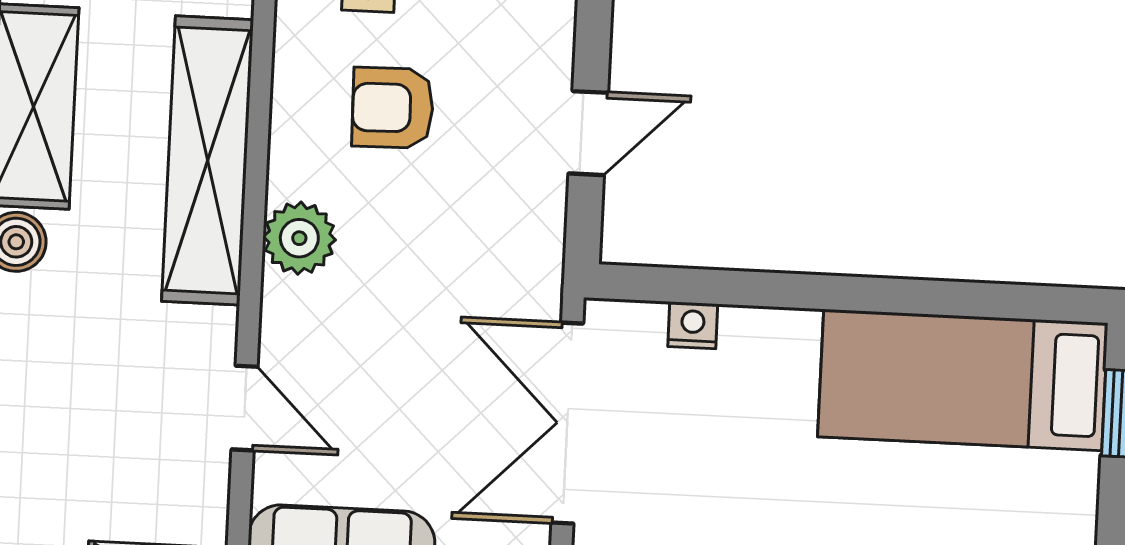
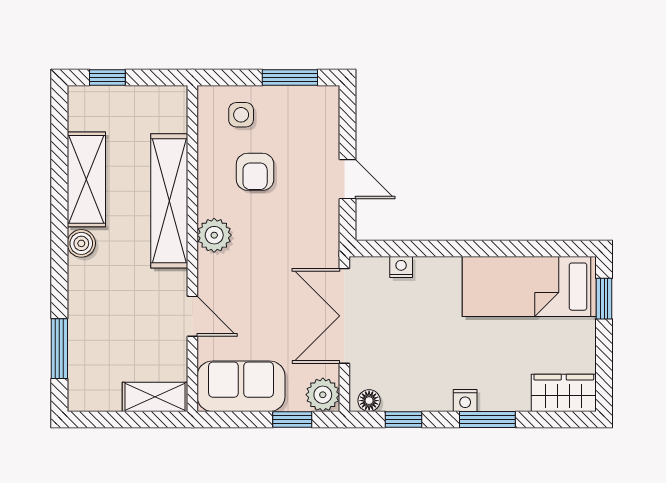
armchair: (393, 108) -> (255, 172), turned -89
door: (588, 133) -> (348, 179), hinge flipped

